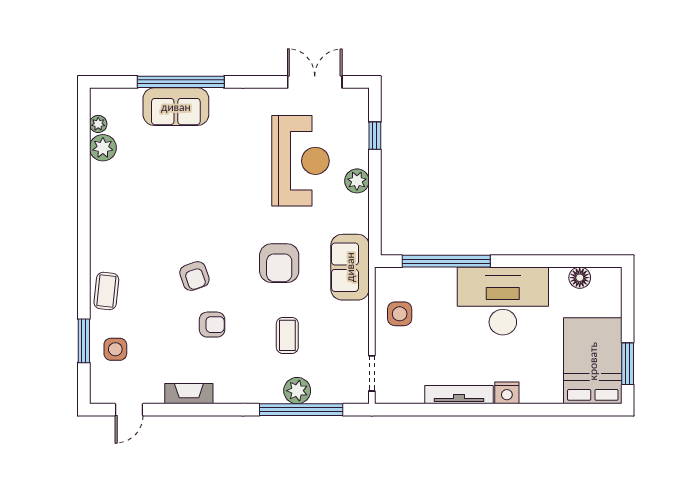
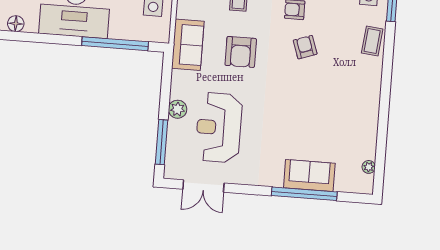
window: (375, 136) -> (161, 142), width x2.17
plant: (103, 148) -> (367, 149), removed
armchair: (279, 263) -> (241, 52), turned 180

